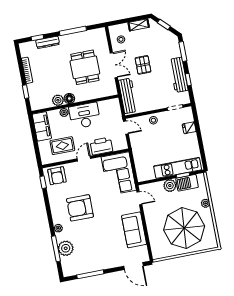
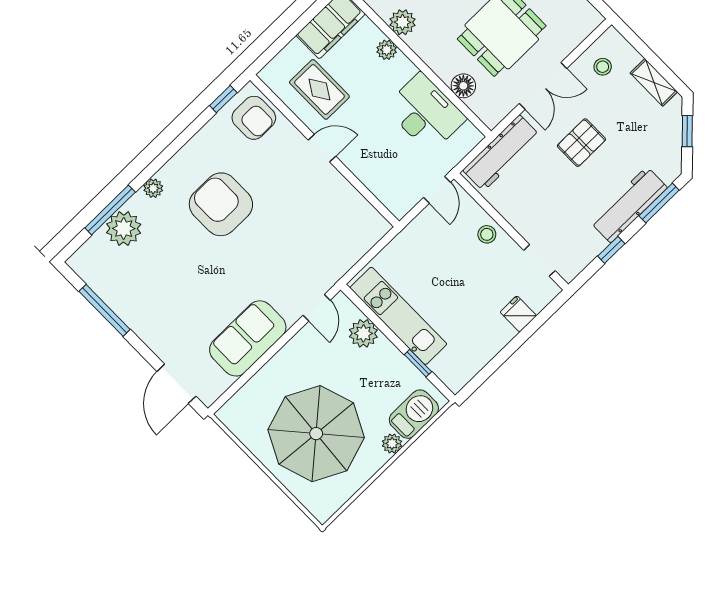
workbench: (179, 75) -> (629, 205), moved
floor lamp: (69, 98) -> (463, 86), moved
desk: (85, 116) -> (425, 113), moved
printer: (101, 146) -> (369, 166), removed
kitchen unit: (178, 168) -> (398, 316), moved
corner sofa: (119, 174) -> (338, 236), removed
armchair: (57, 176) -> (254, 118), turned -90
barbecue: (187, 183) -> (414, 414), moved, turned 90
plant: (170, 186) -> (363, 333), moved

